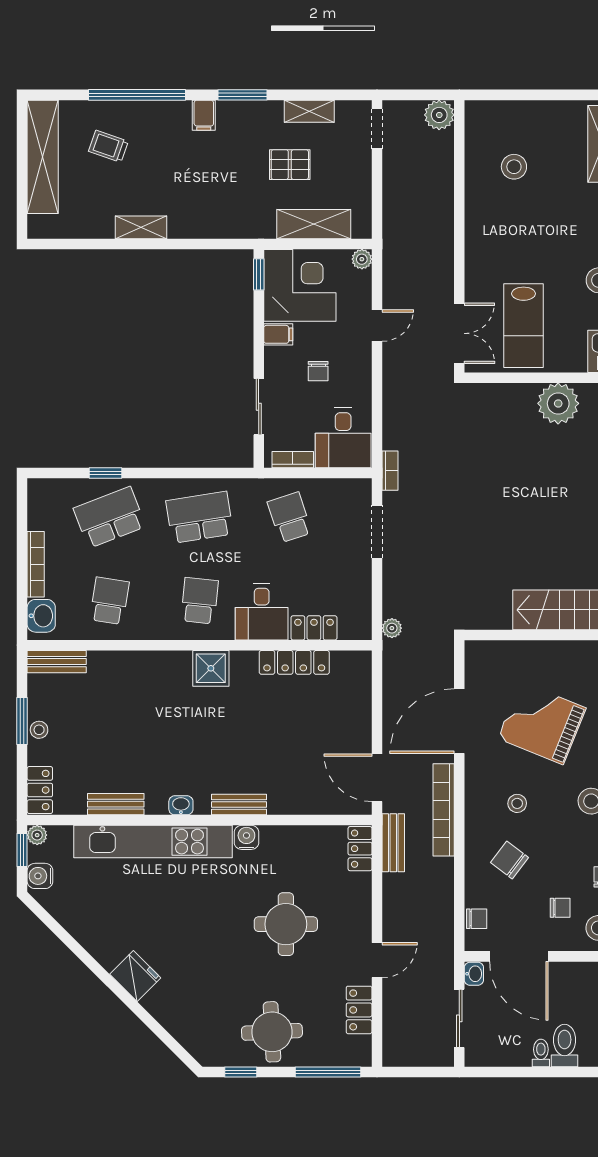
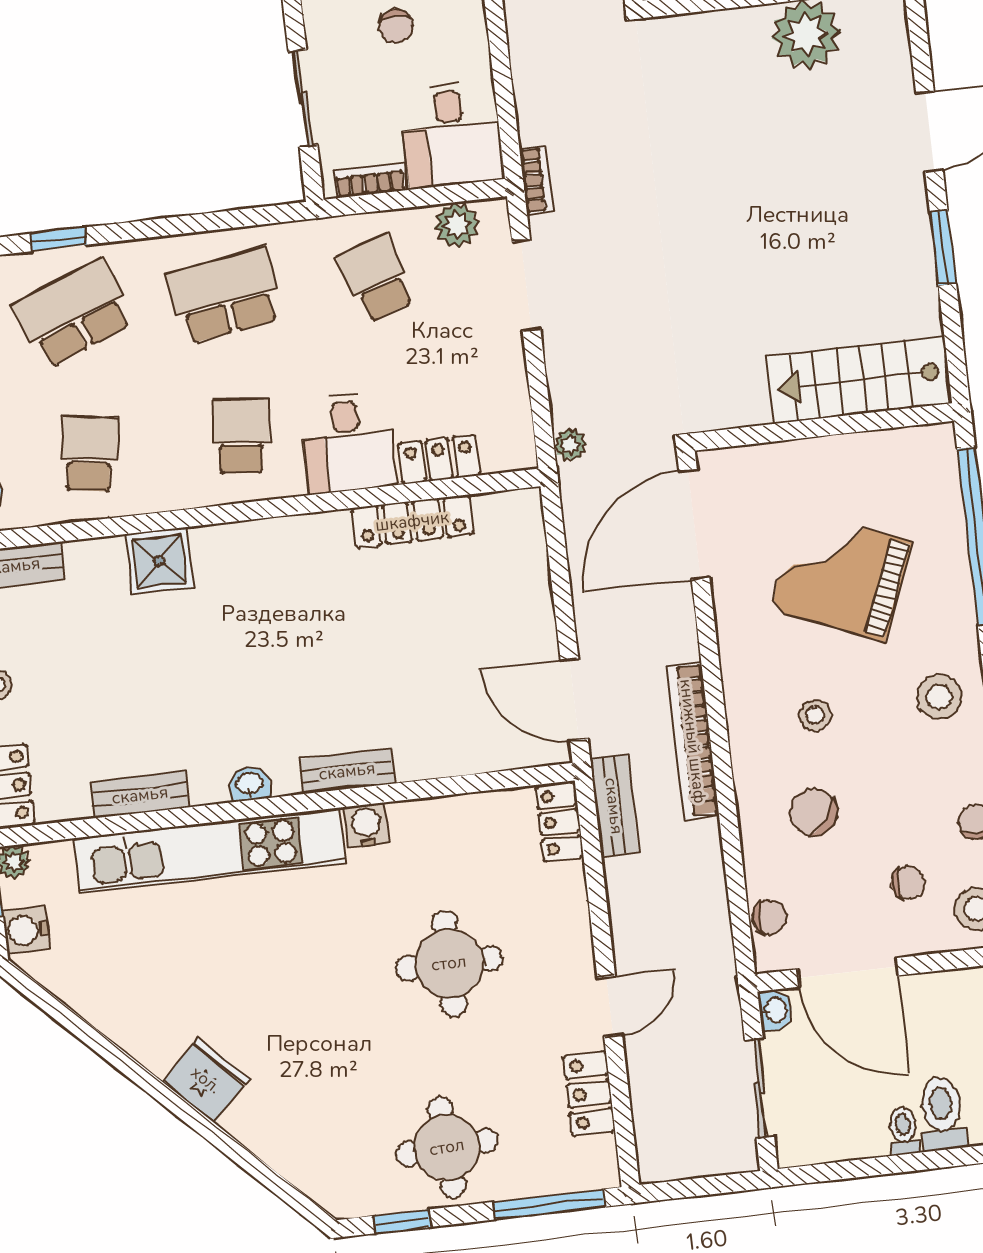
plant: (340, 492) -> (457, 225), added
shower: (211, 668) -> (159, 561), moved
door: (459, 721) -> (694, 524), moved

